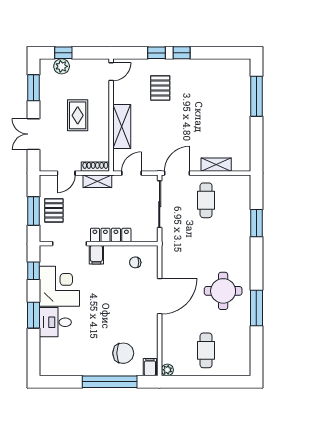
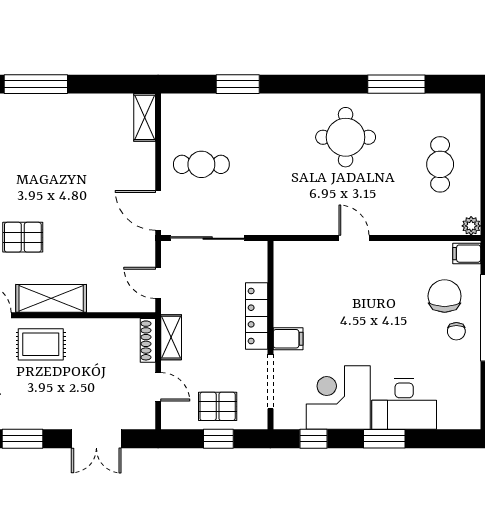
rug: (78, 115) -> (41, 344), moved
shelving: (122, 127) -> (51, 298), moved
shelving: (216, 165) -> (145, 117), moved
window: (34, 211) -> (218, 439), width x0.67
chair: (135, 262) -> (456, 331), moved
door: (160, 296) -> (354, 238), width x0.53
window: (256, 308) -> (396, 84), moved
desk: (55, 322) -> (404, 404), width x1.37
cafe table: (206, 350) -> (440, 164), turned 90

